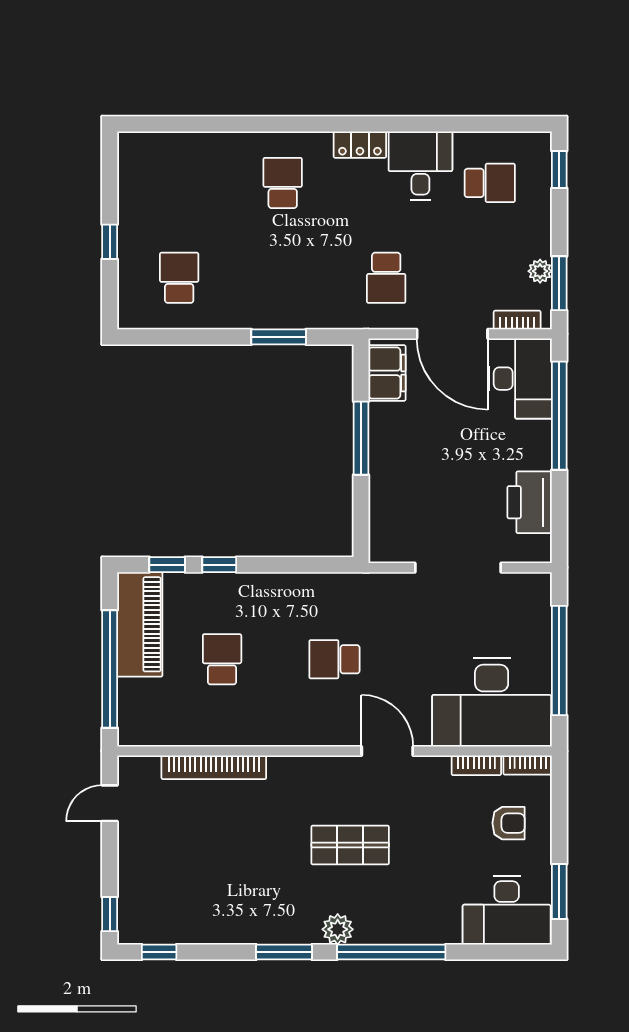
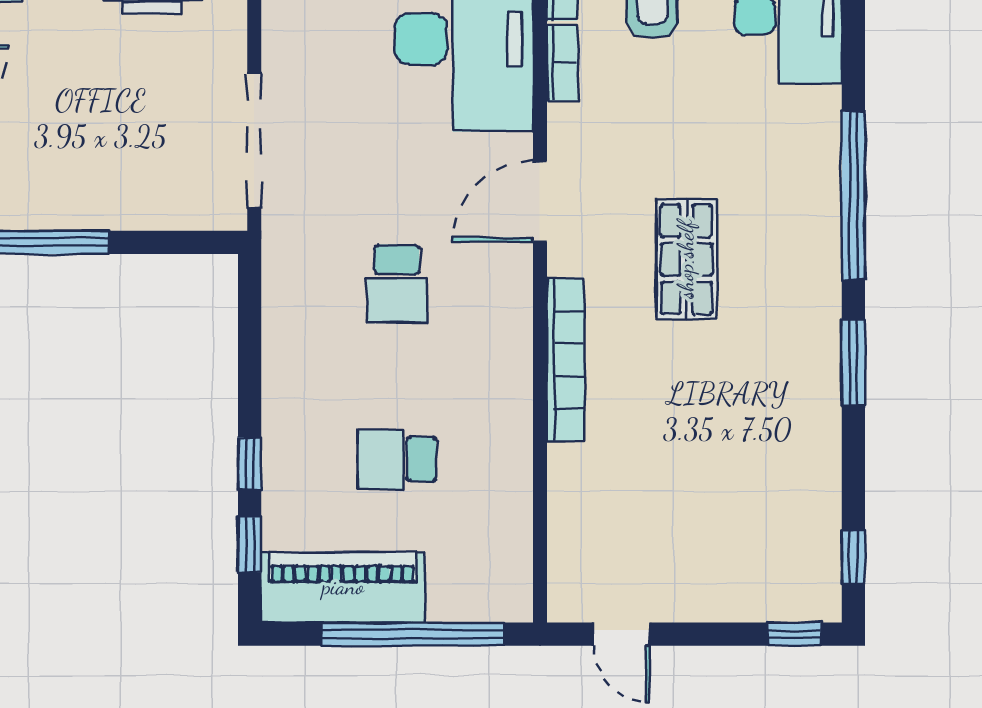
doorway: (458, 568) -> (254, 140), moved
bookcase: (214, 767) -> (565, 360), moved
plant: (338, 929) -> (818, 279), removed

